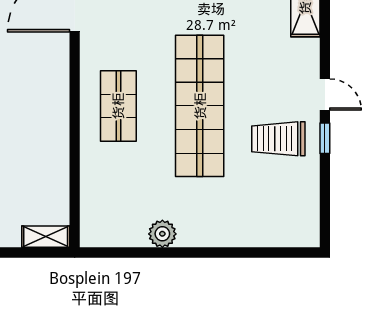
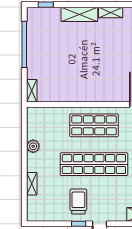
shop shelf: (118, 106) -> (94, 125), width x1.43, depth x1.36
shelving: (241, 237) -> (32, 184), added

